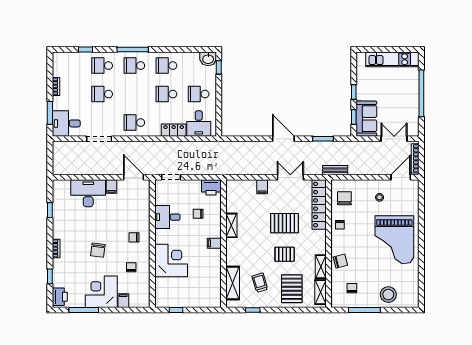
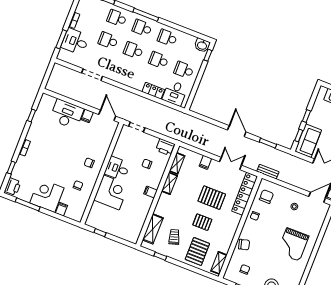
desk: (66, 123) -> (75, 41), moved
school desk: (134, 123) -> (133, 50), moved
desk: (167, 217) -> (117, 168), moved
grand piano: (394, 240) -> (293, 244), width x0.73, depth x0.68
chair: (98, 250) -> (57, 162), removed
shelving: (321, 267) -> (177, 163), moved

